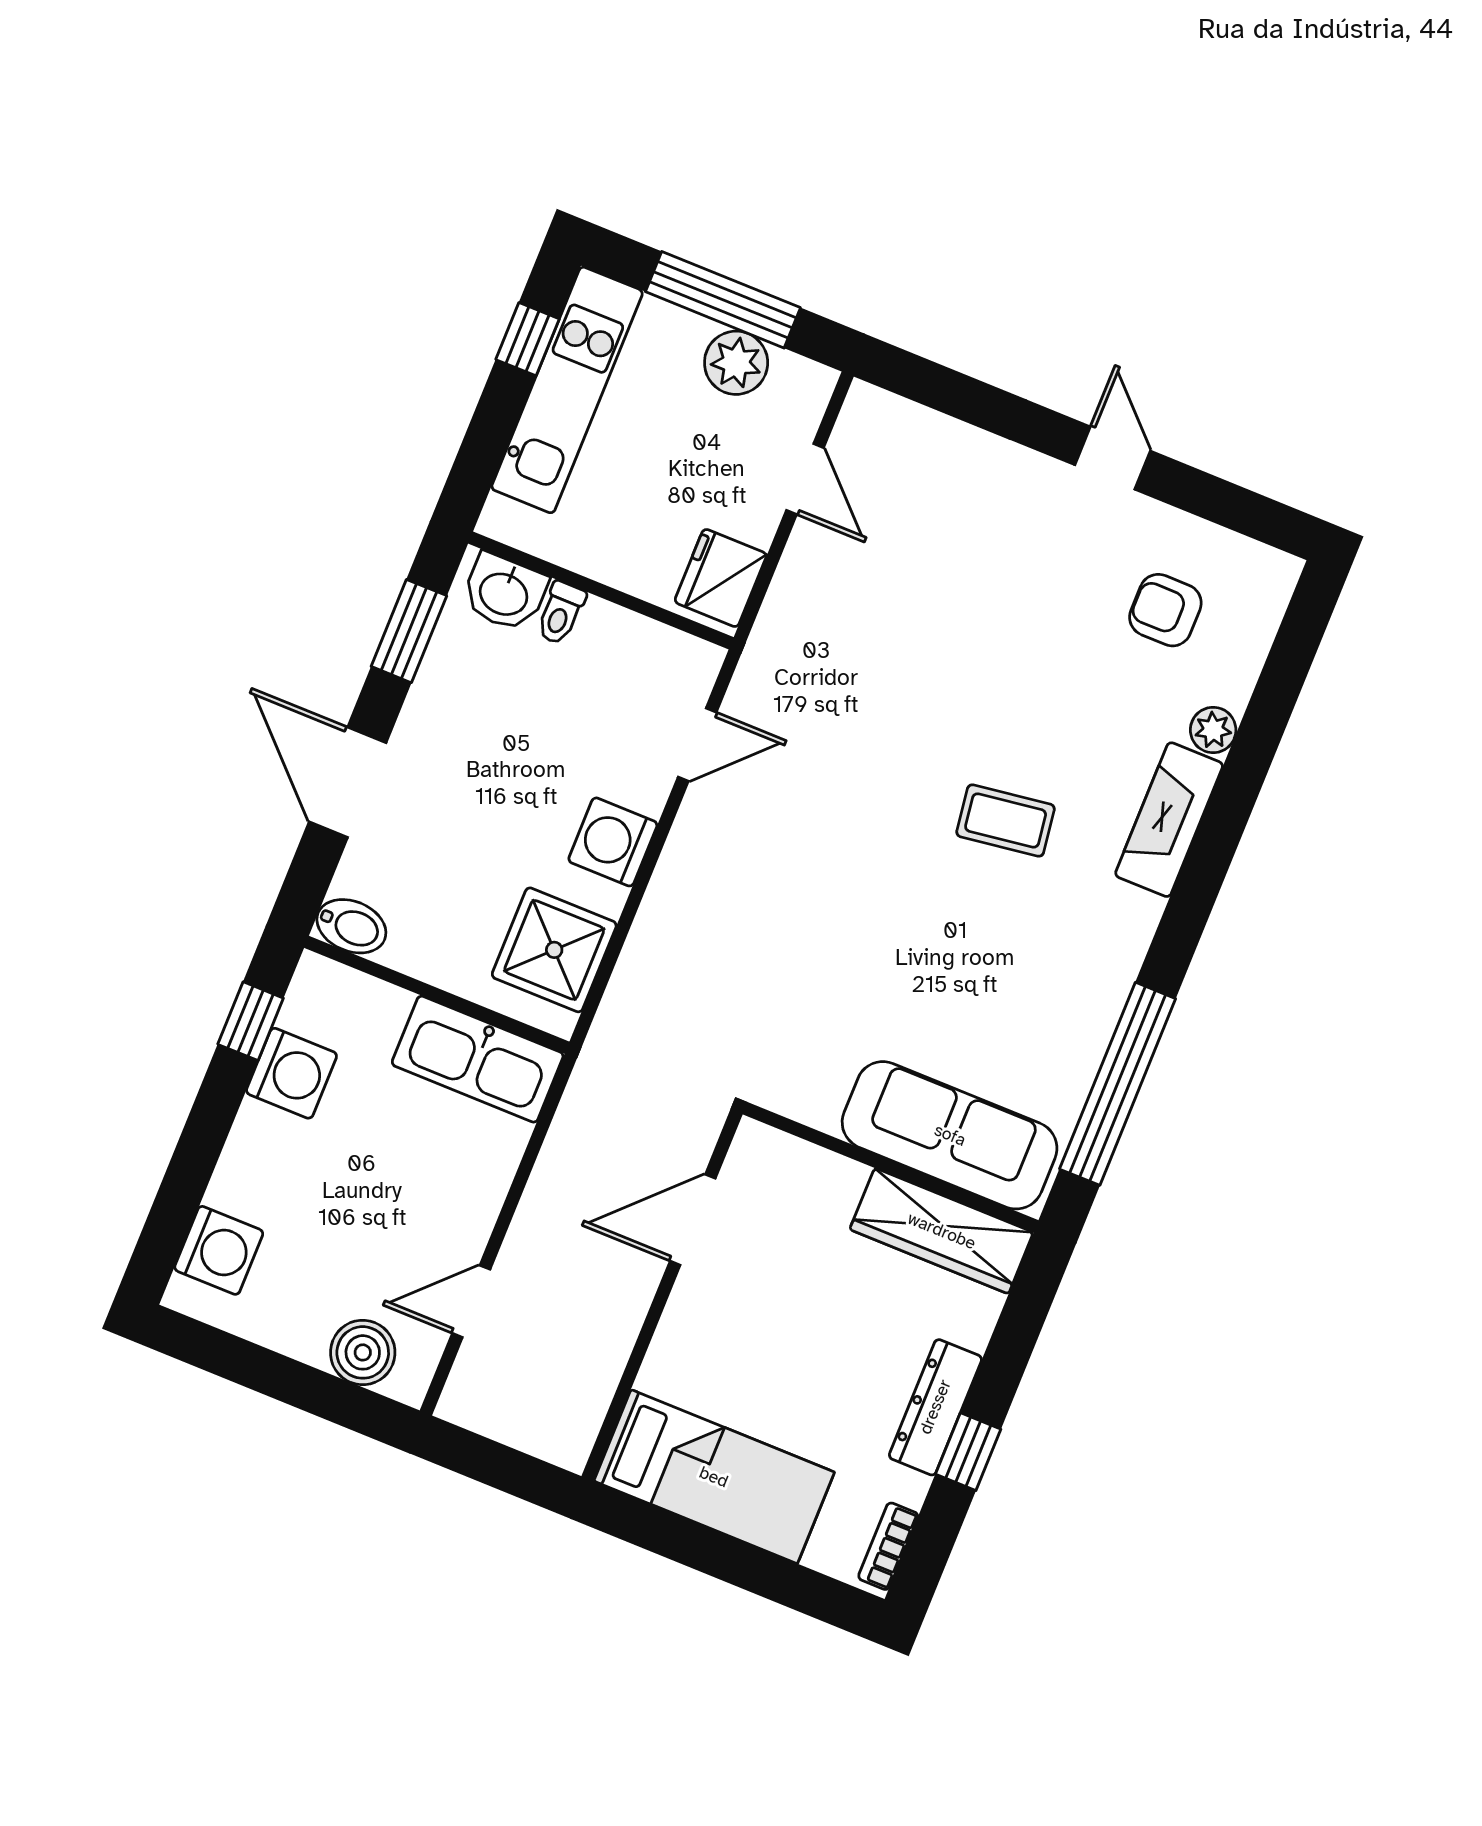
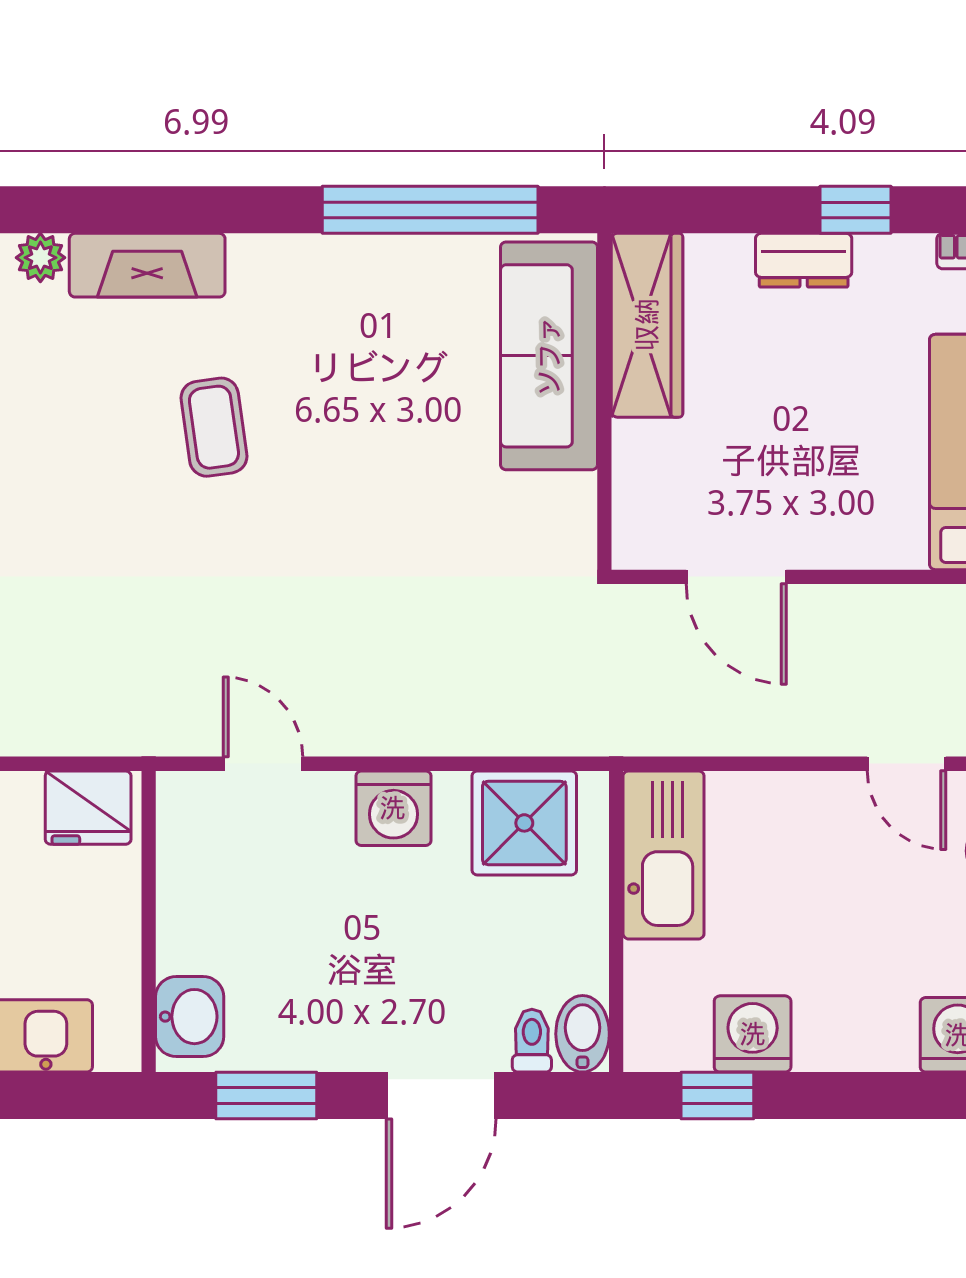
toilet: (561, 613) -> (532, 1041), moved, turned -90
dresser: (935, 1407) -> (804, 260), width x0.70

